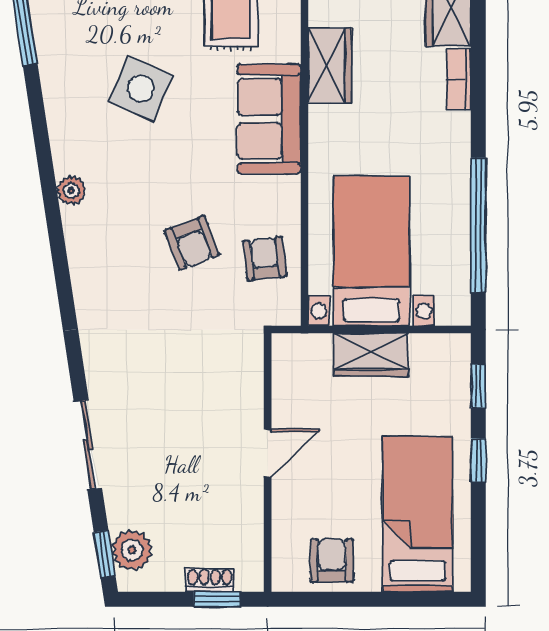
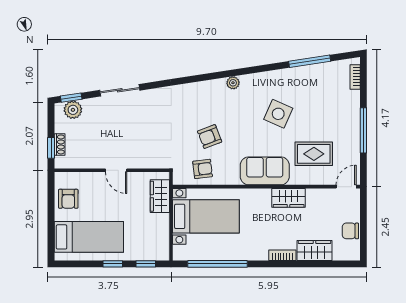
wardrobe: (371, 355) -> (160, 196), moved
armchair: (332, 560) -> (68, 199), turned 90

